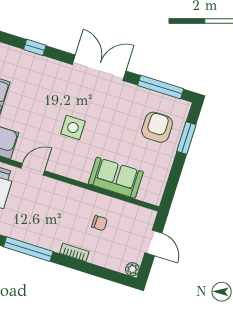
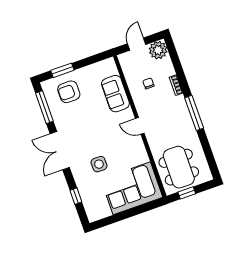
side table: (73, 128) -> (99, 164), moved
door: (33, 169) -> (140, 126), moved
plant: (132, 269) -> (158, 50), width x1.88, depth x1.88

